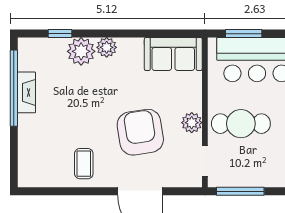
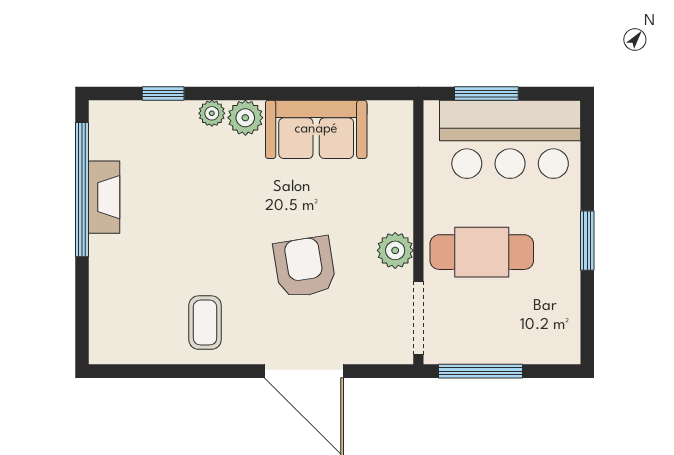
plant: (81, 51) -> (212, 113), width x0.53, depth x0.53
sofa: (173, 54) -> (316, 129), moved
armchair: (140, 132) -> (305, 267), width x0.73, depth x0.73
doorway: (205, 161) -> (418, 318), width x1.38

